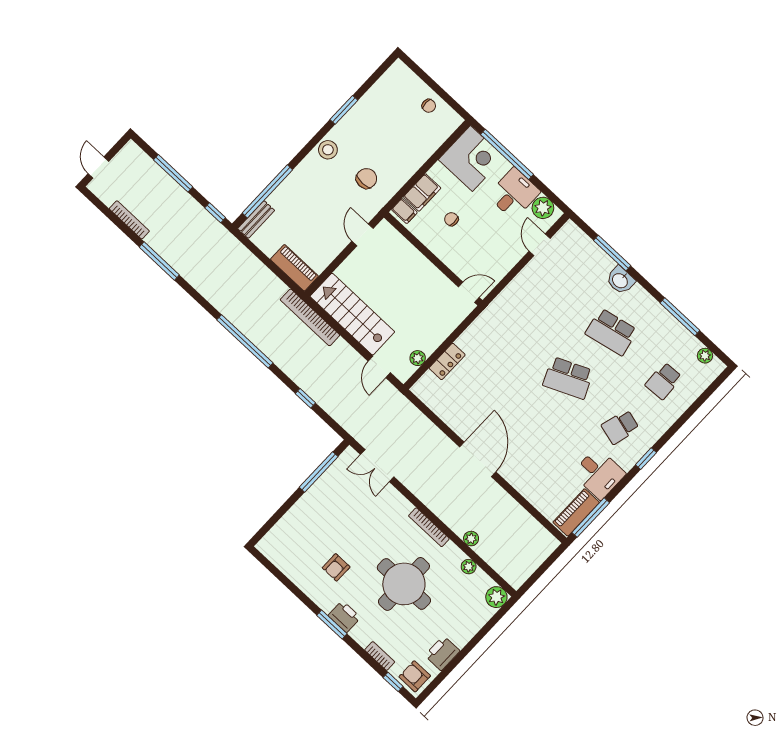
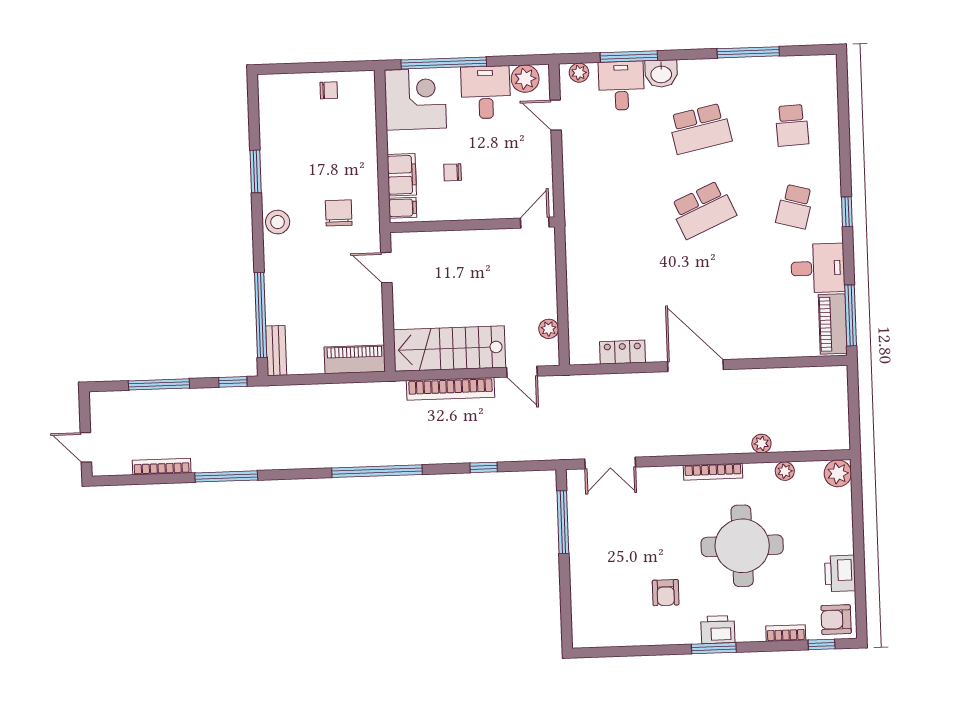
desk: (592, 265) -> (621, 86), added
bookcase: (310, 317) -> (451, 389), moved
plant: (705, 356) -> (579, 73), moved
locker: (447, 361) -> (622, 352), moved, turned -90

